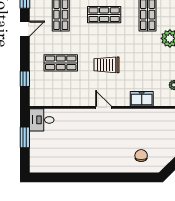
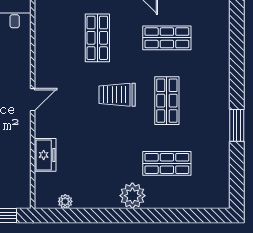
trolley: (107, 65) -> (117, 95), moved, turned -90

